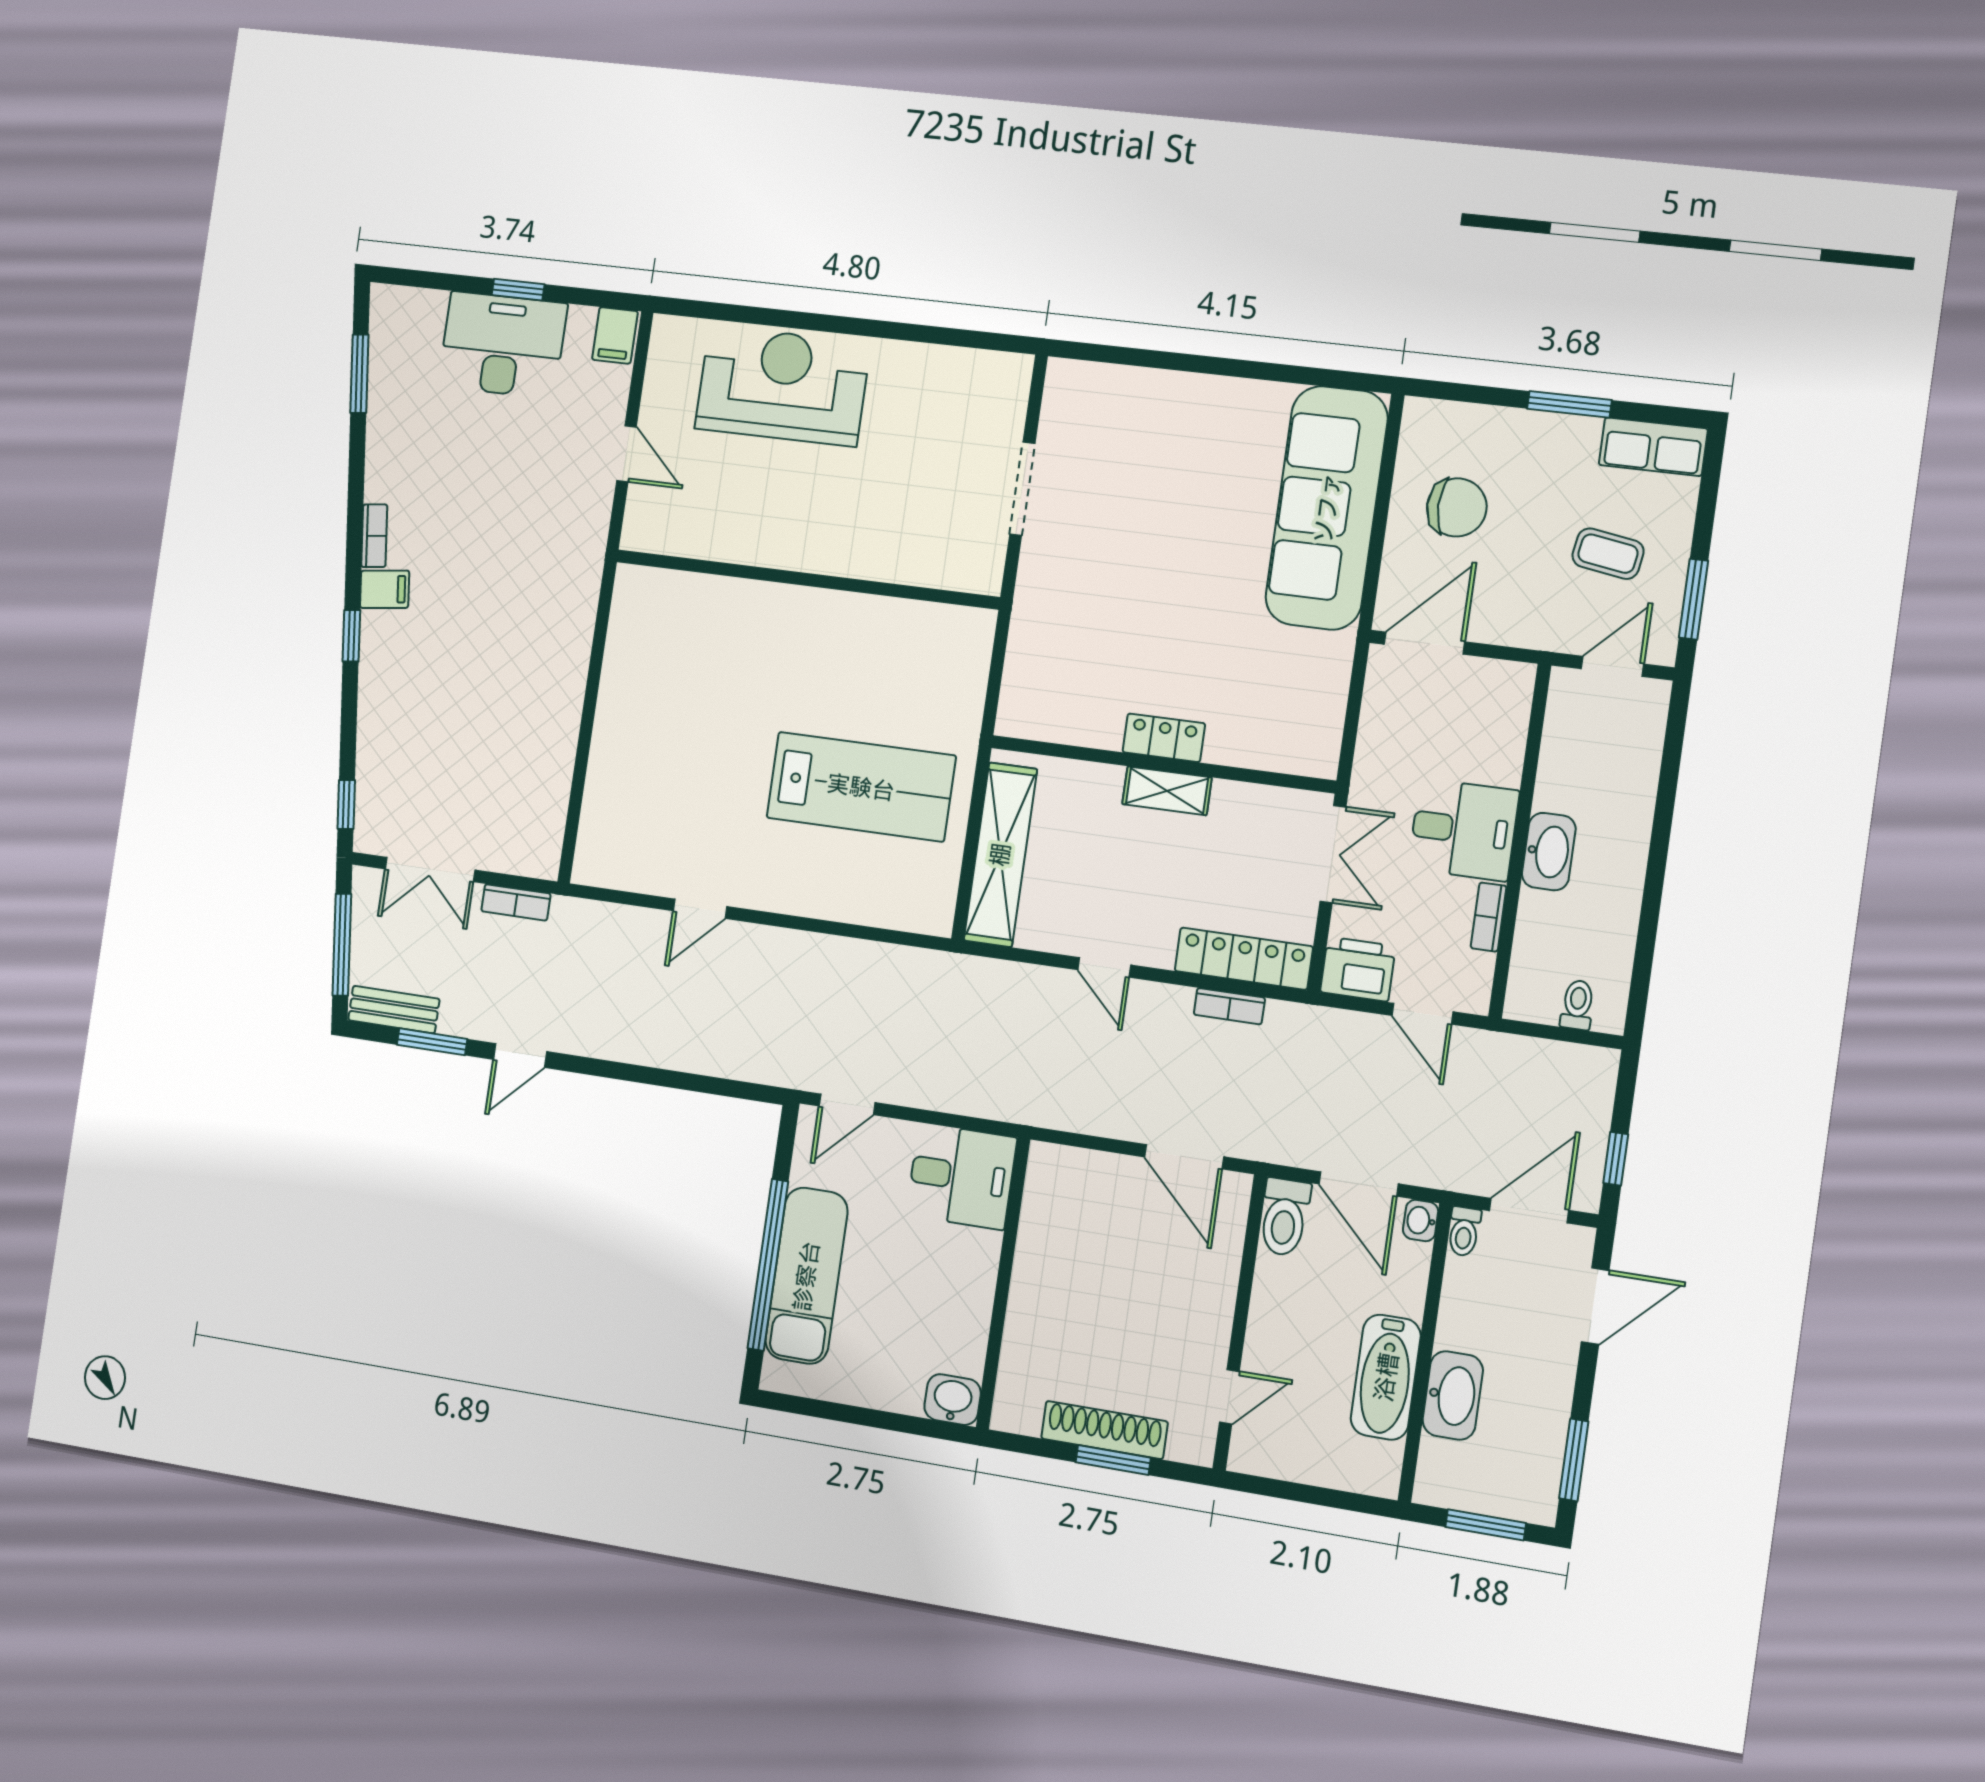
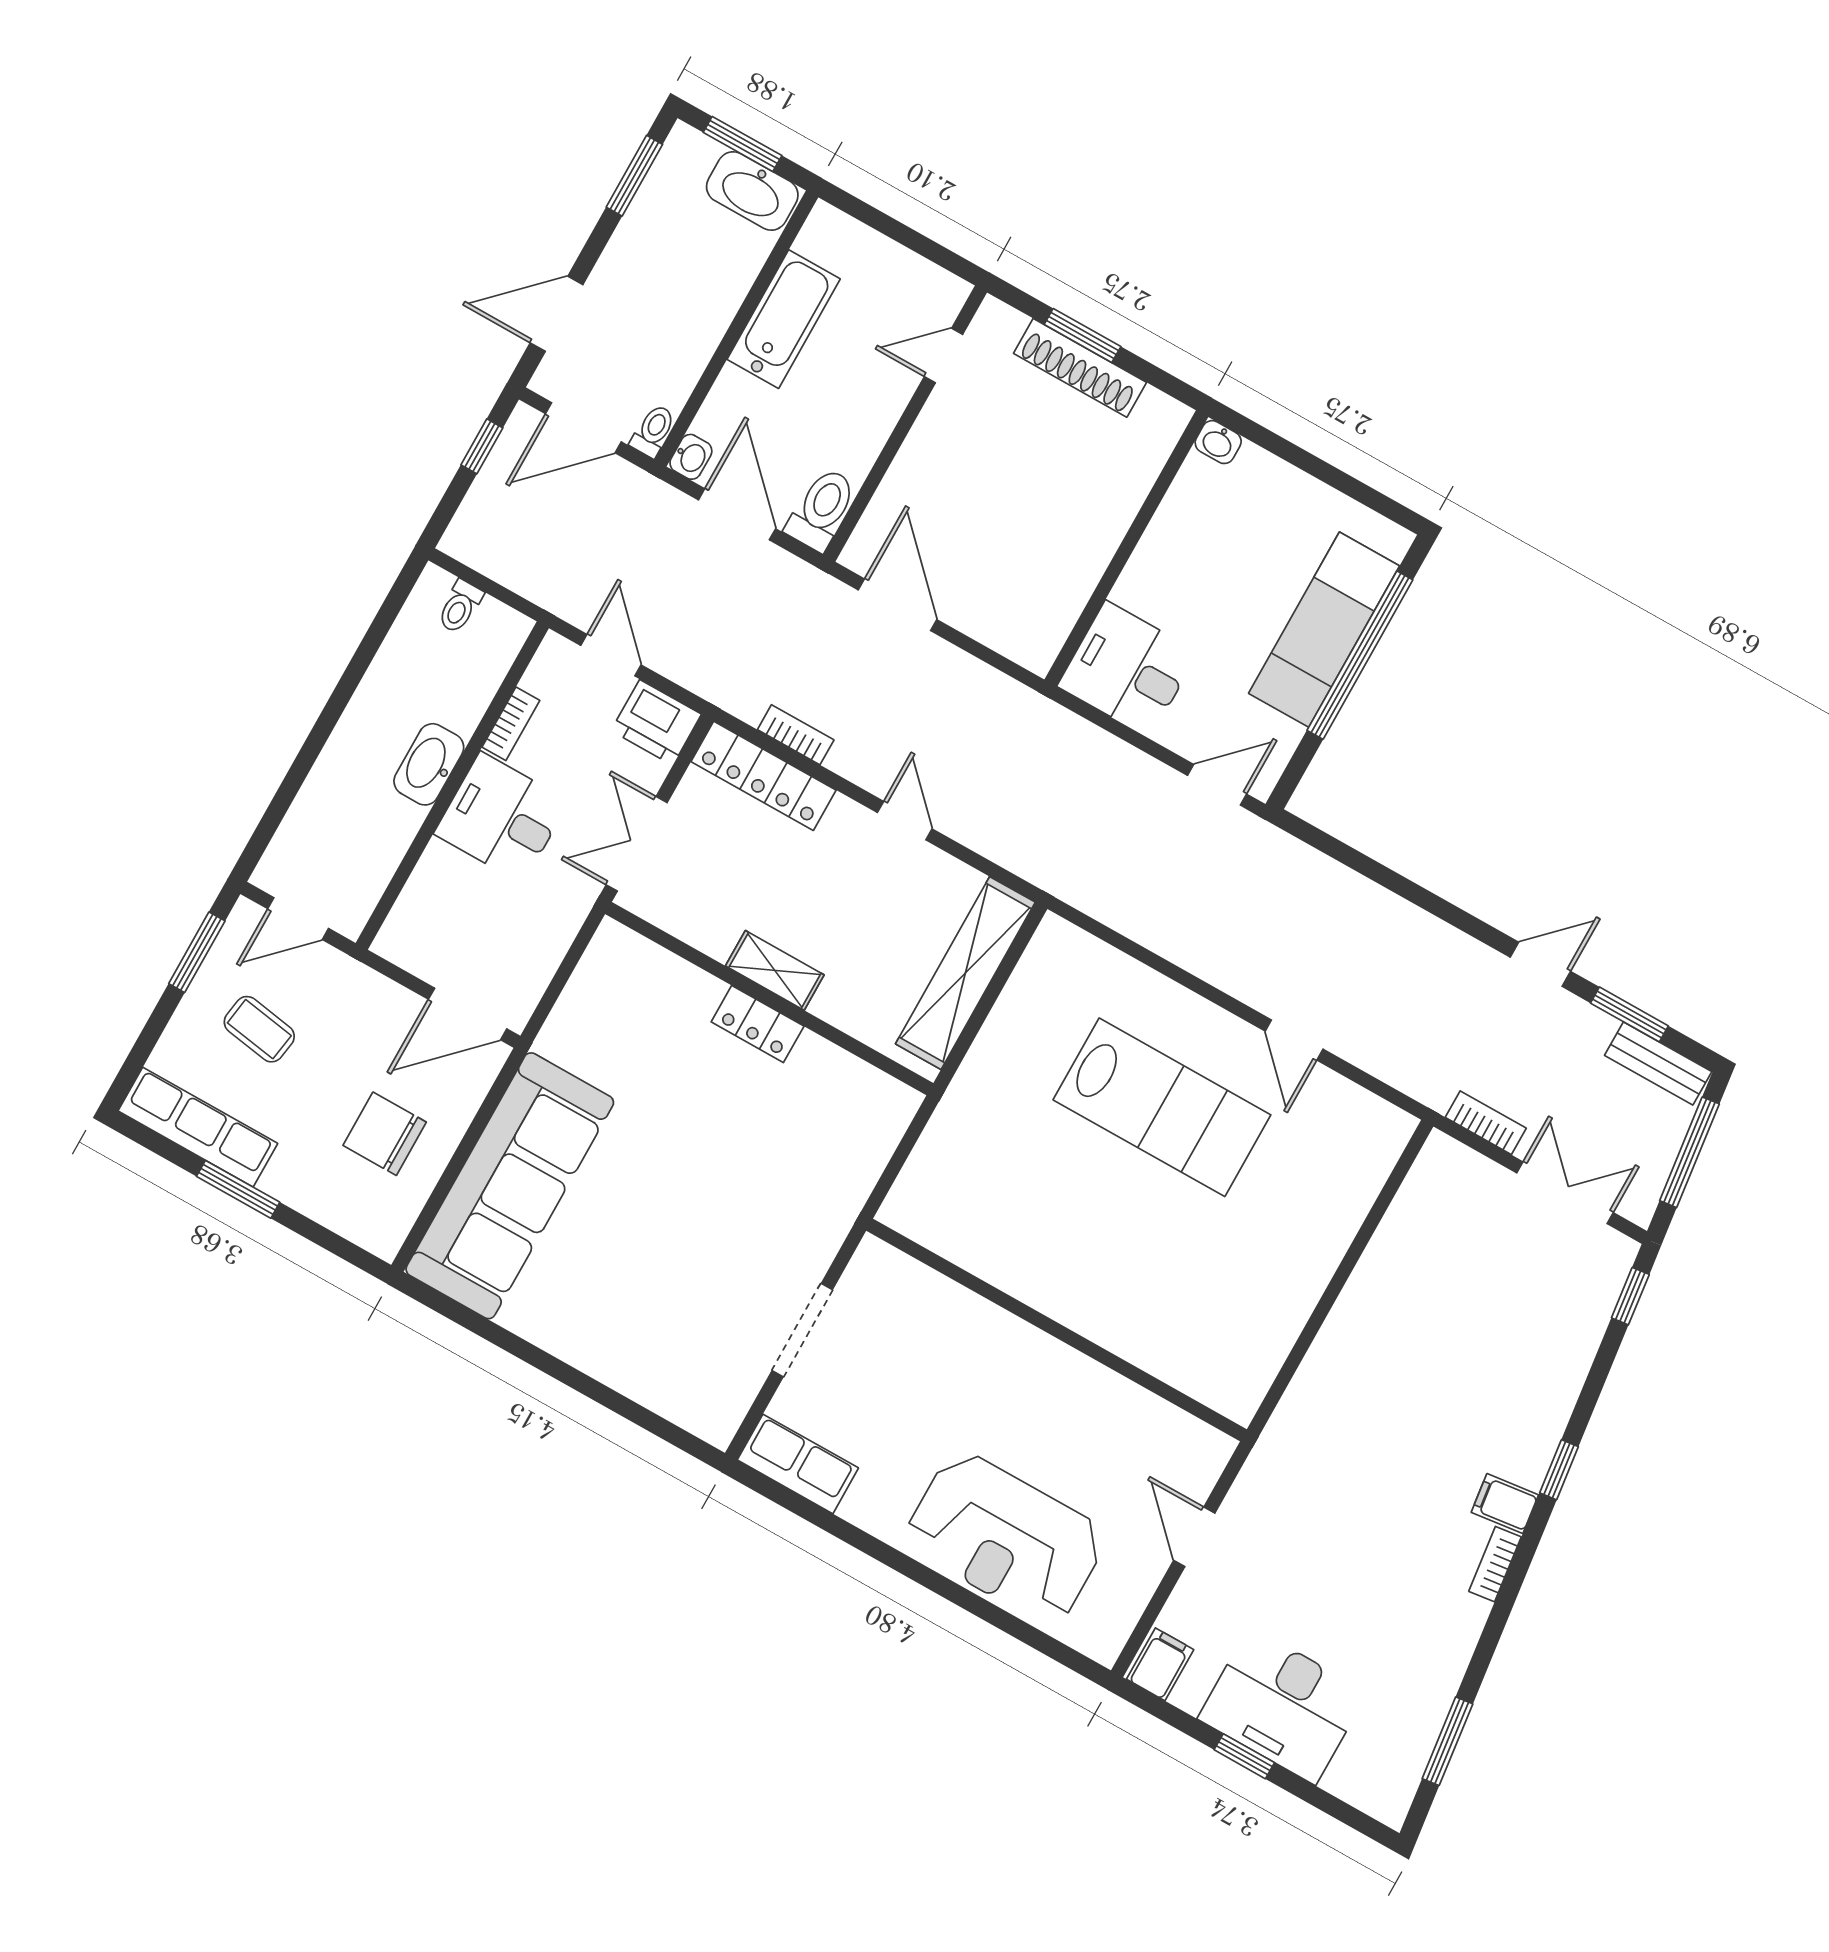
row of seats: (982, 373) -> (798, 1464), added
row of seats: (1653, 447) -> (198, 1127), width x1.48
lab bench: (861, 787) -> (1162, 1107), moved, turned 180
door: (700, 909) -> (1294, 1040), swing flipped
washbasin: (1453, 1395) -> (752, 191), moved, turned -90
washbasin: (953, 1400) -> (1218, 442), width x0.72, depth x0.69

